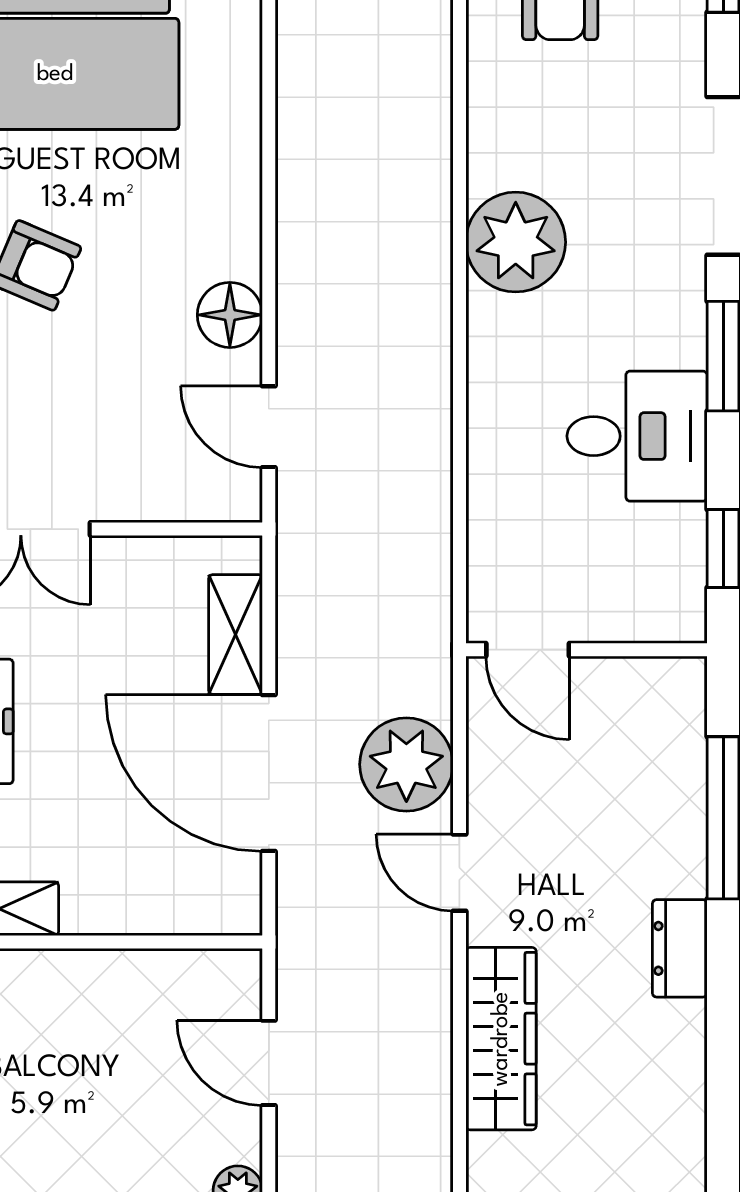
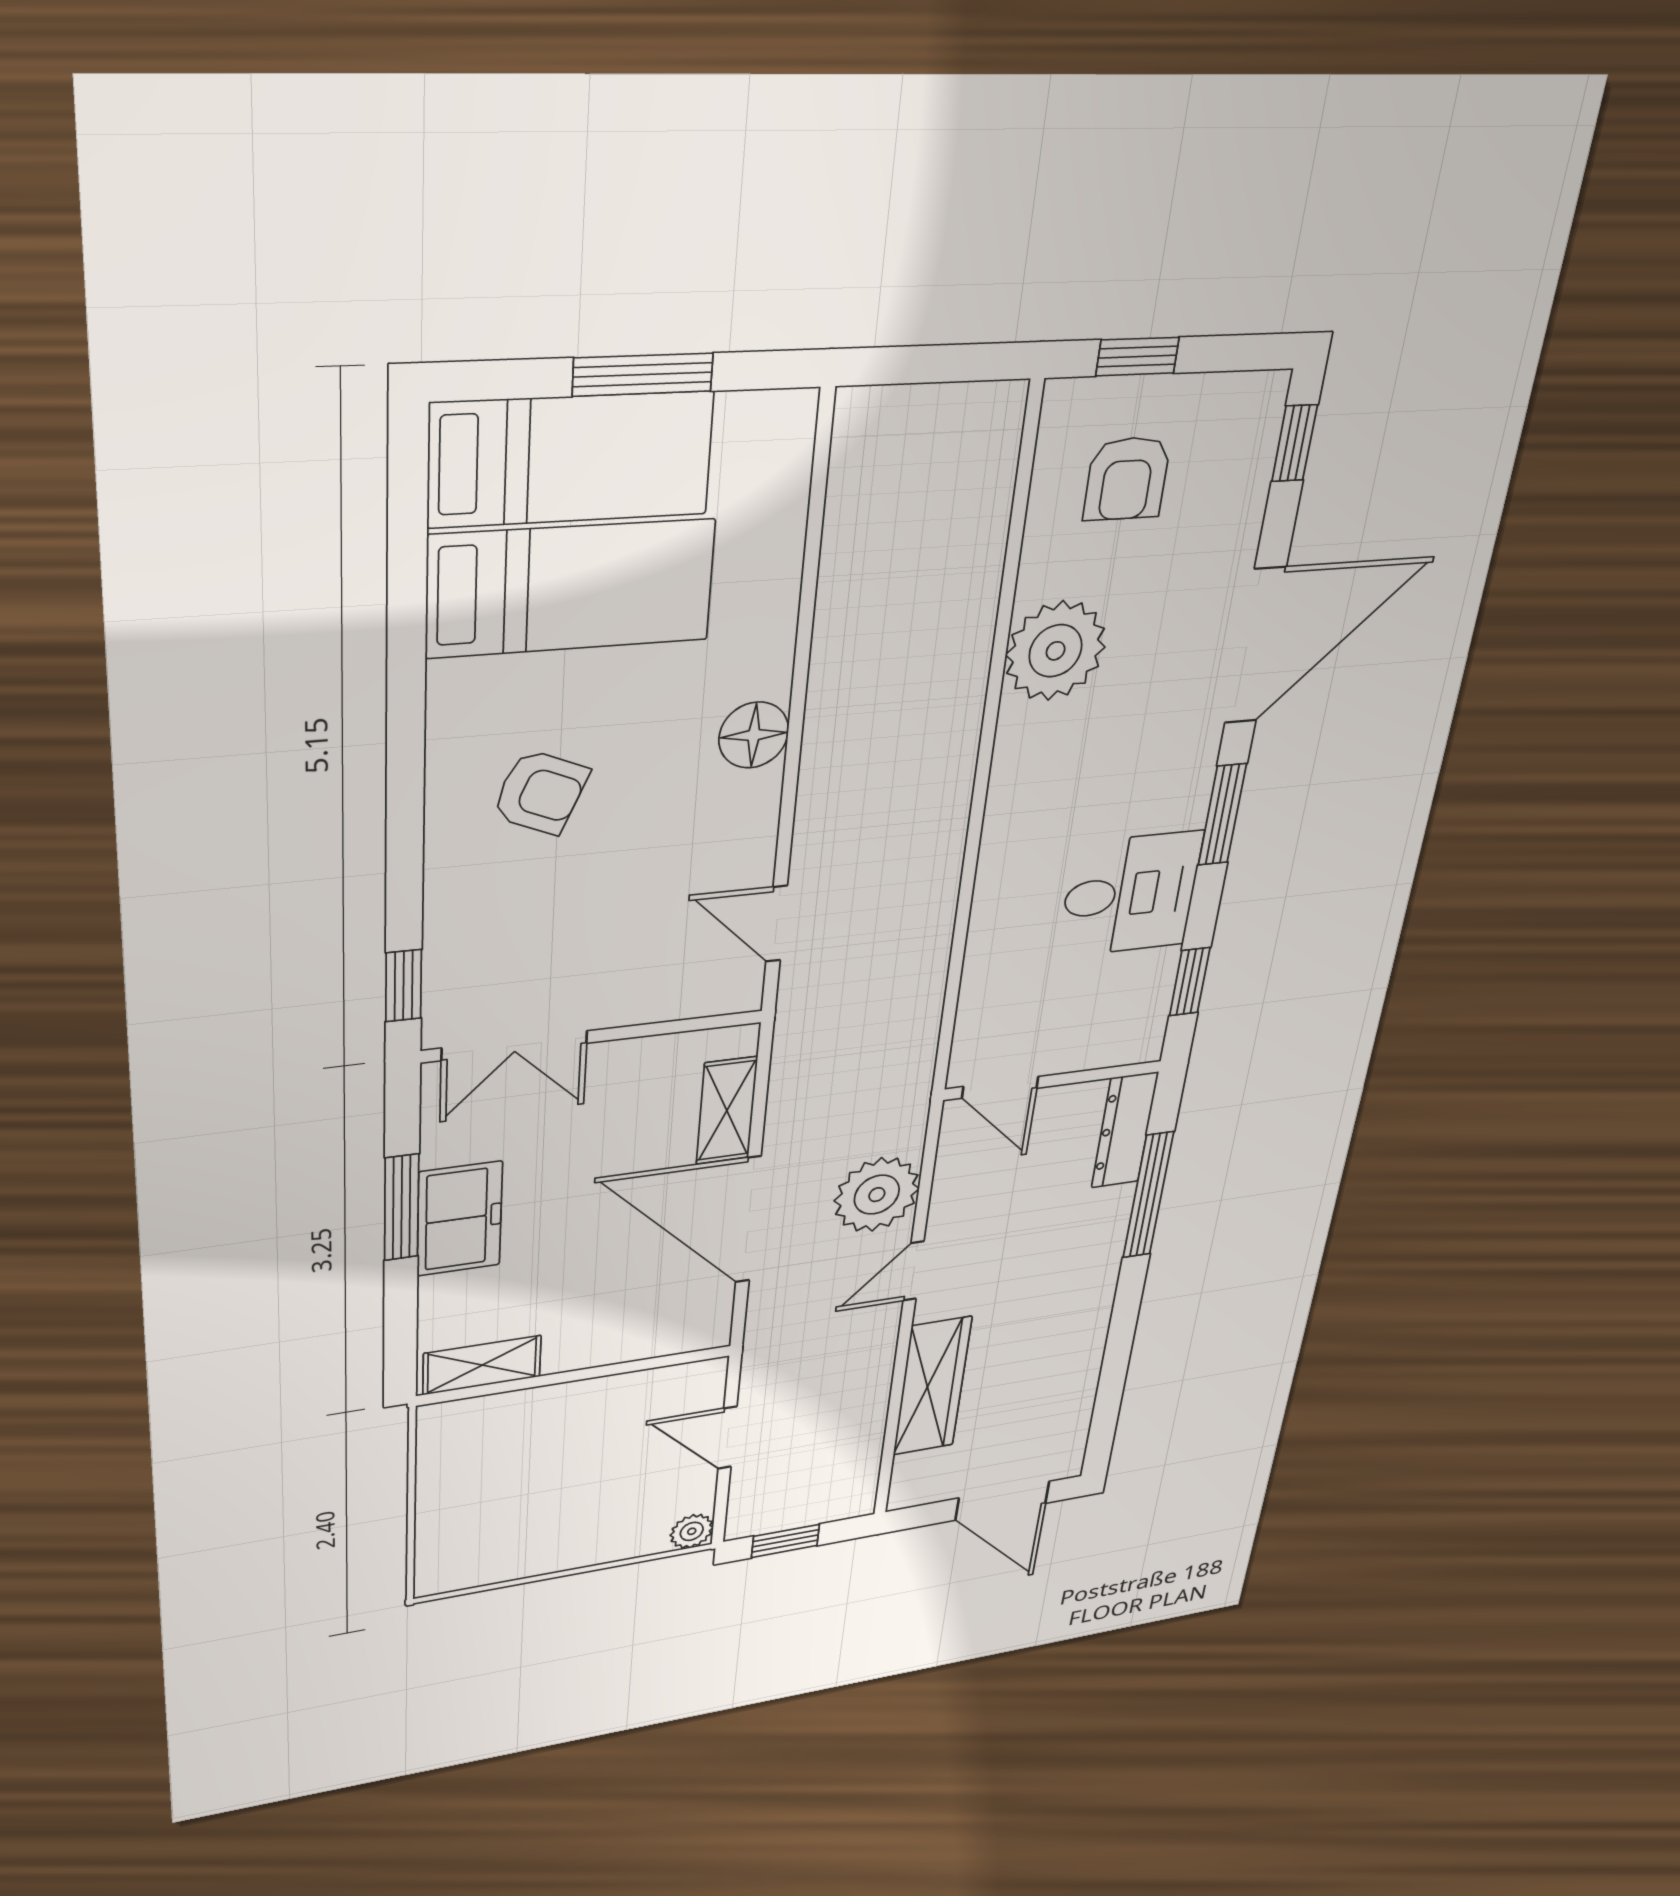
plant: (516, 242) -> (1056, 651), moved
floor lamp: (230, 315) -> (754, 735), moved
door: (459, 873) -> (913, 1271), hinge flipped
dresser: (680, 948) -> (1125, 1130), moved, width x1.44

